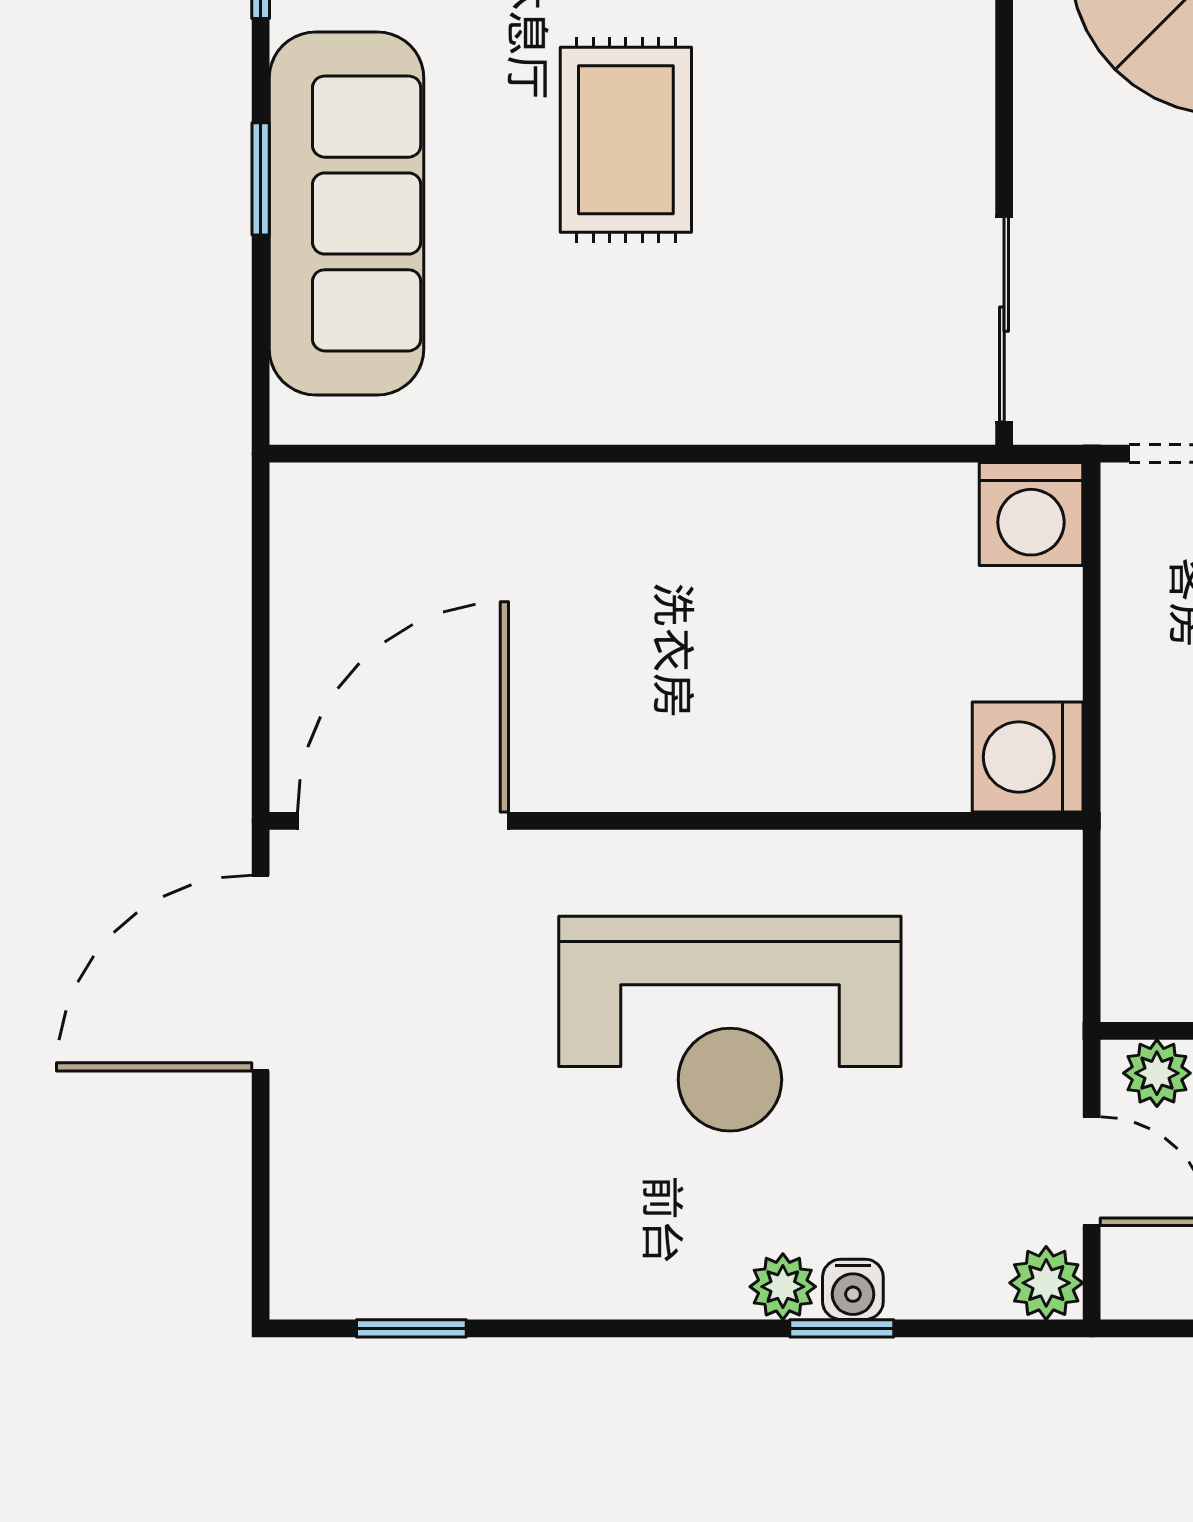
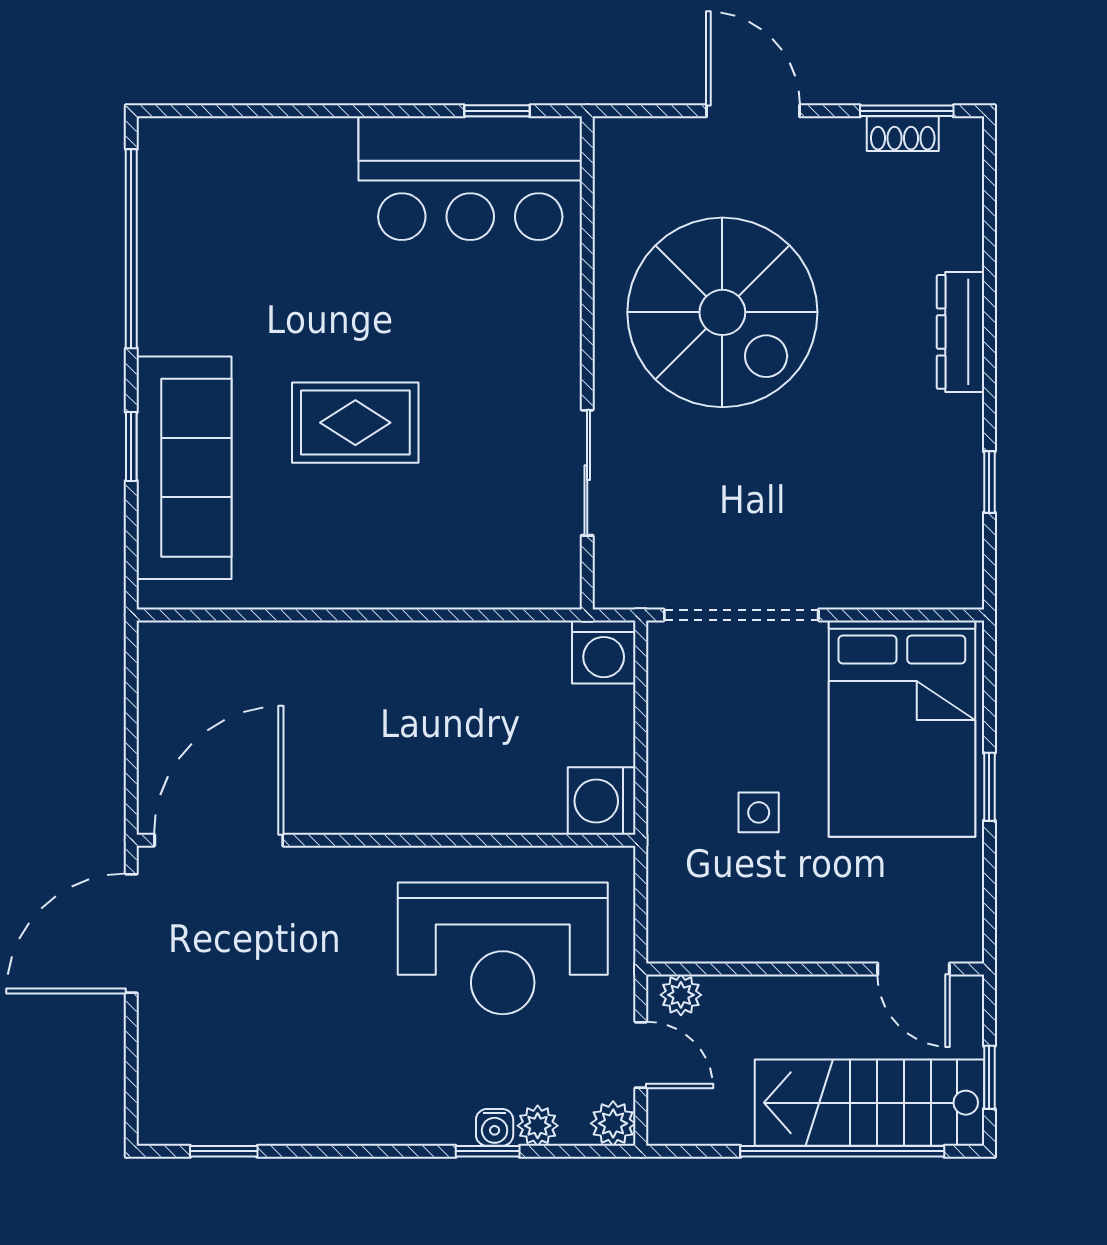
rug: (626, 140) -> (355, 423), turned 90
sliding door: (1004, 319) -> (587, 473), moved
reception desk: (730, 1024) -> (503, 948), moved
plant: (783, 1287) -> (538, 1126), moved

